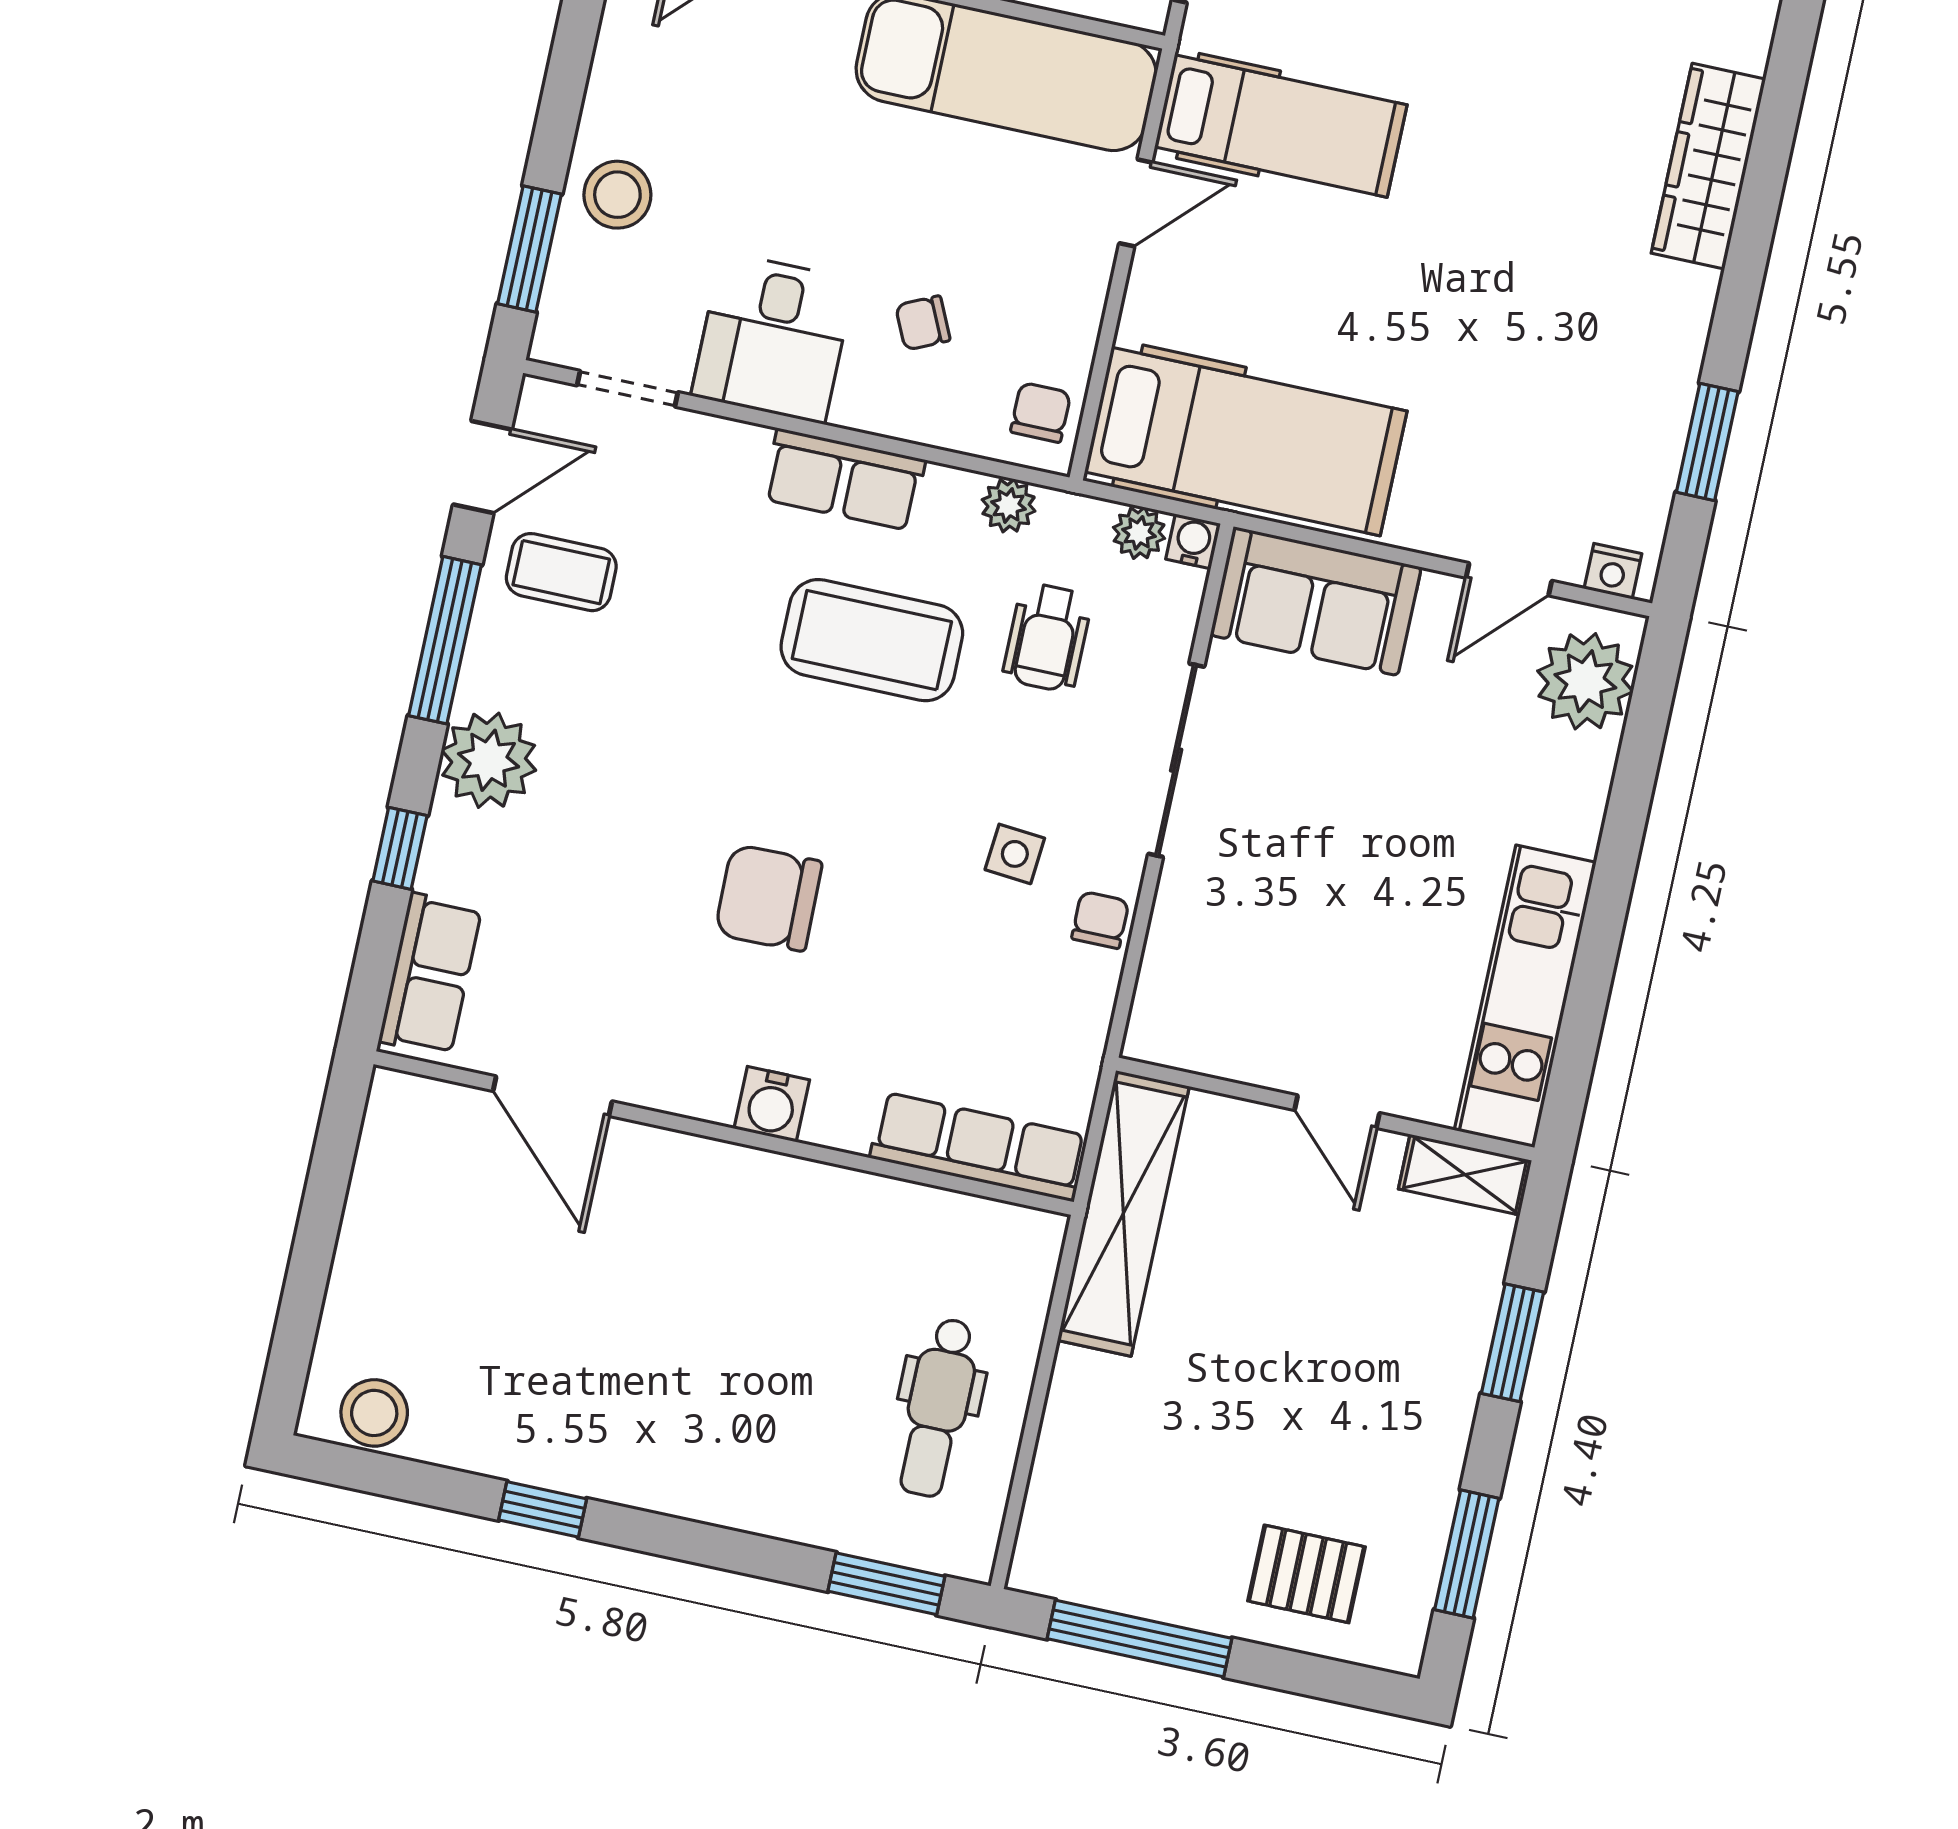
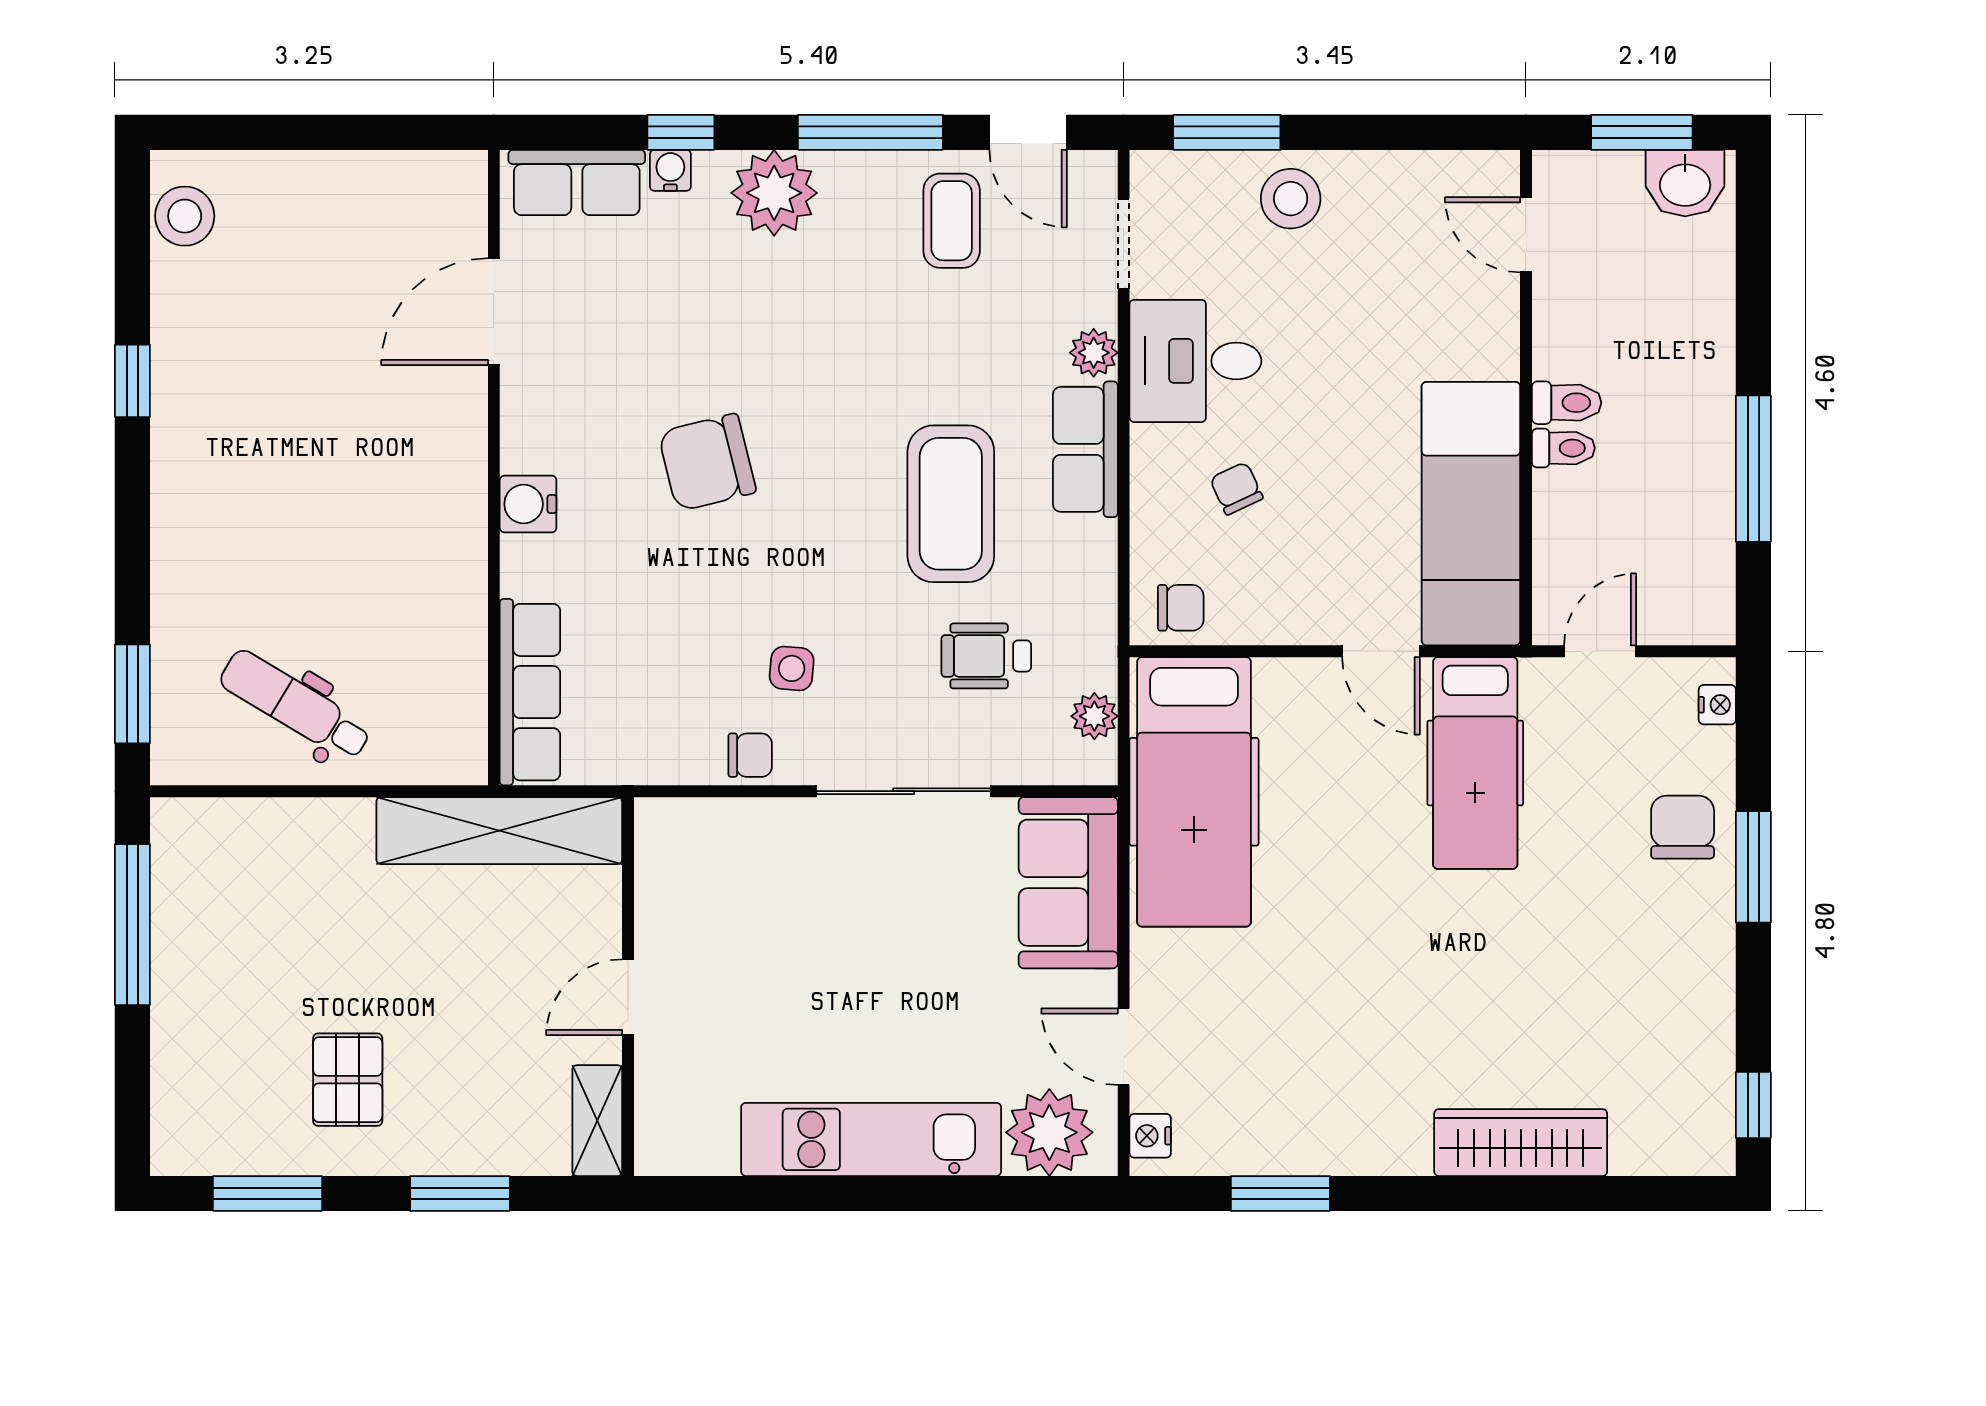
plant: (1009, 505) -> (1094, 353), moved
water cooler: (1193, 541) -> (670, 170), moved, turned -90
chair: (768, 898) -> (707, 462), turned -103
kitchen unit: (1525, 996) -> (871, 1139), moved
dental chair: (938, 1408) -> (295, 705), turned 31
pallet: (1307, 1574) -> (348, 1080), moved

